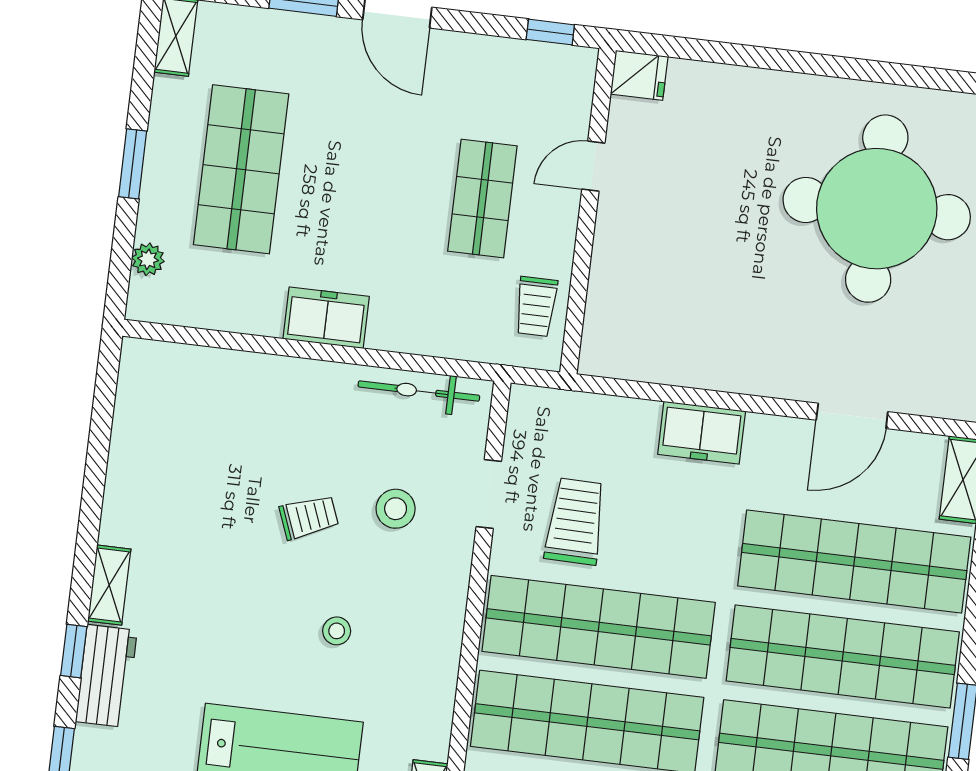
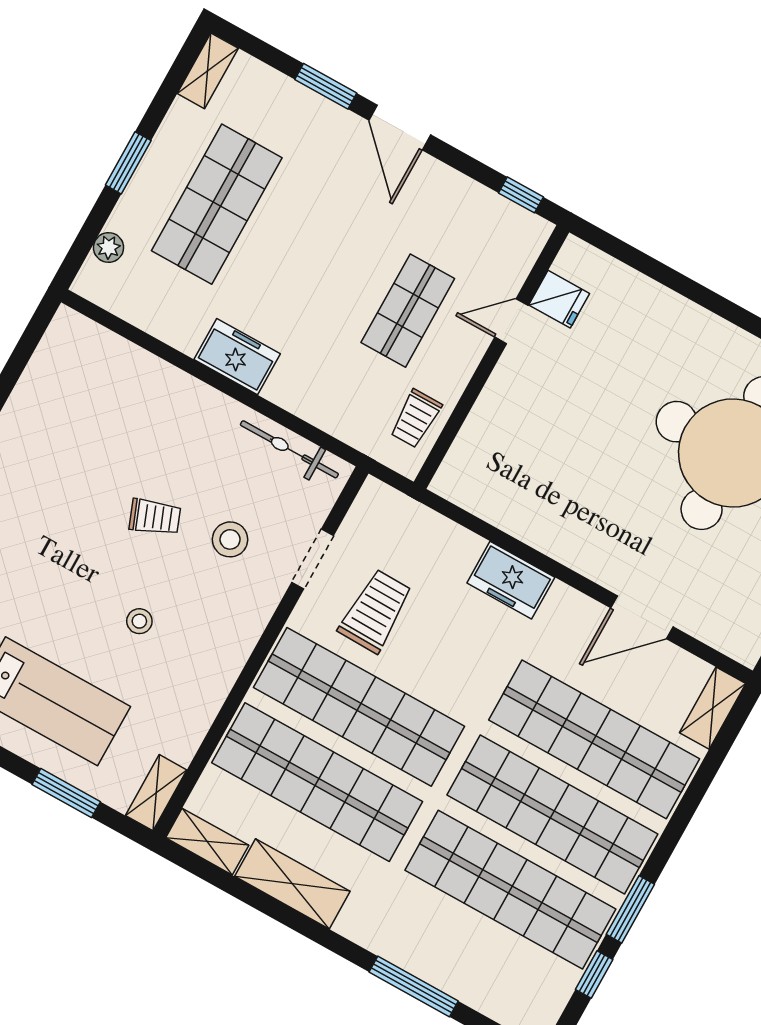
fridge: (639, 75) -> (559, 299), moved

